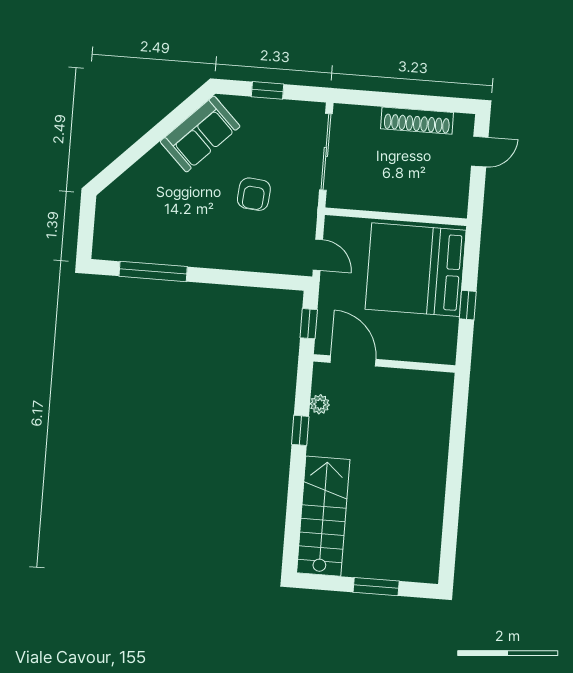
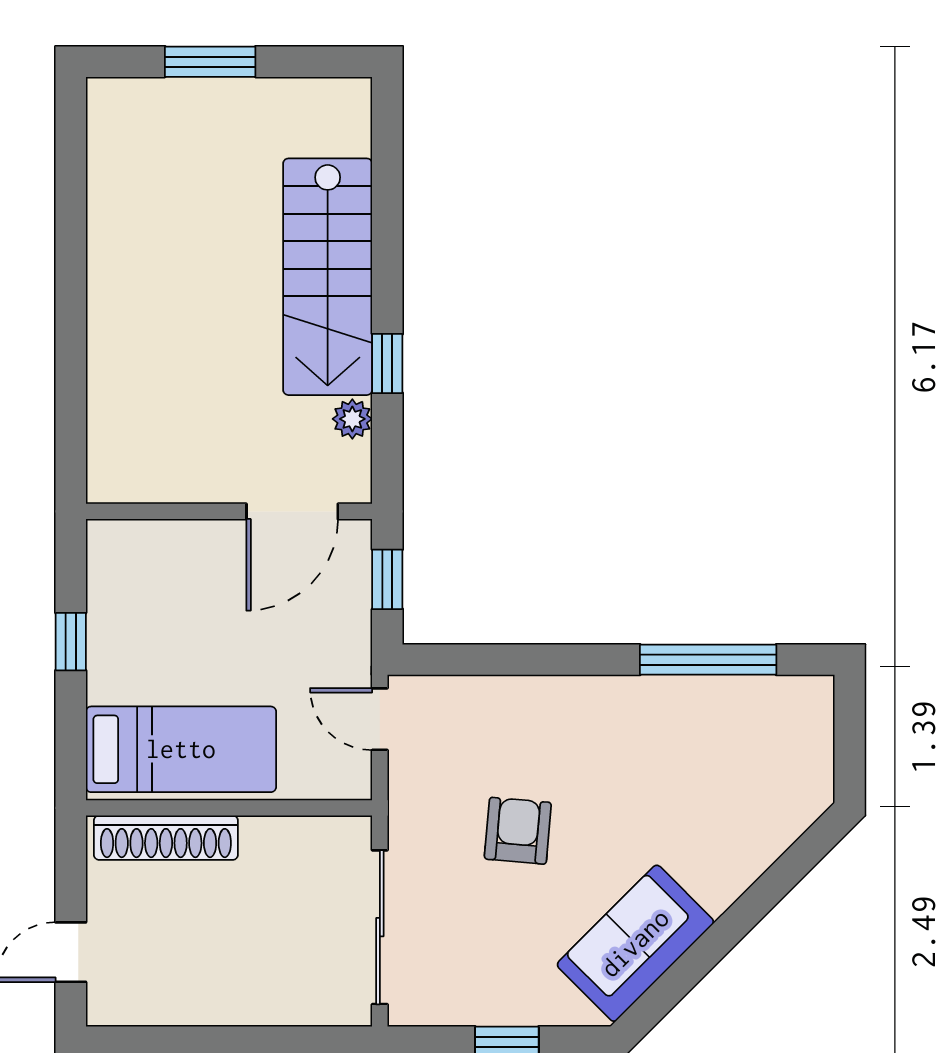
shoe rack: (417, 121) -> (166, 838), moved, turned 180
bed: (416, 270) -> (181, 749), width x0.49
door: (353, 361) -> (292, 511), hinge flipped
stairs: (323, 516) -> (328, 277), moved

